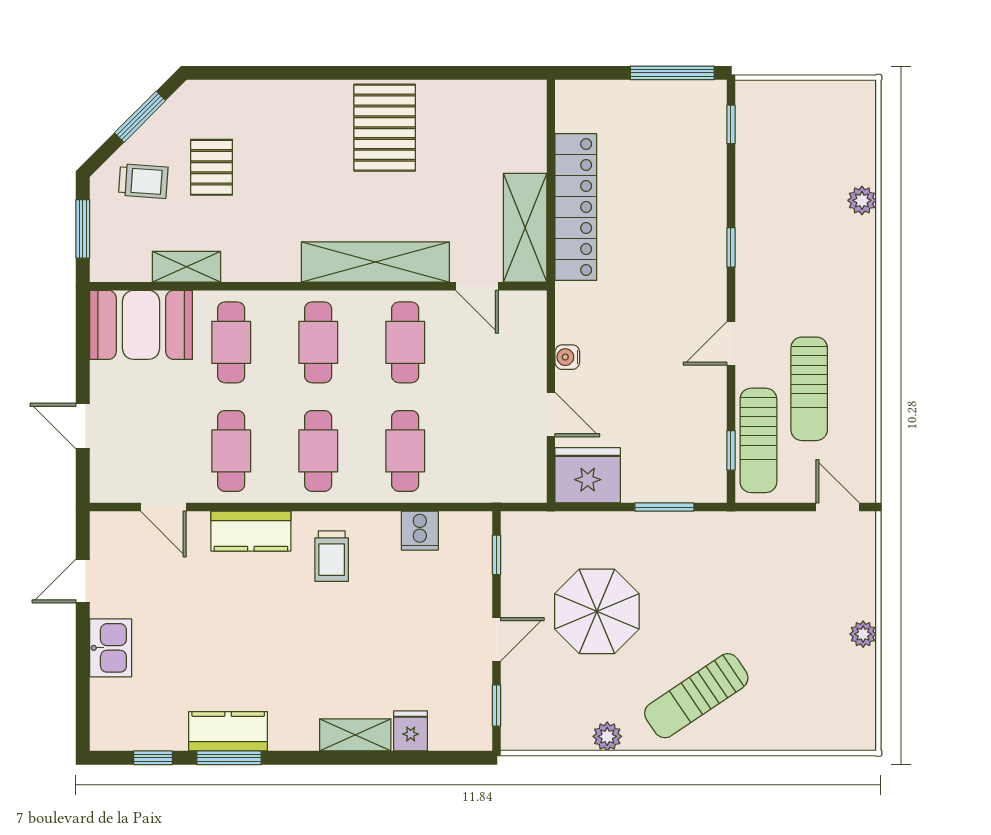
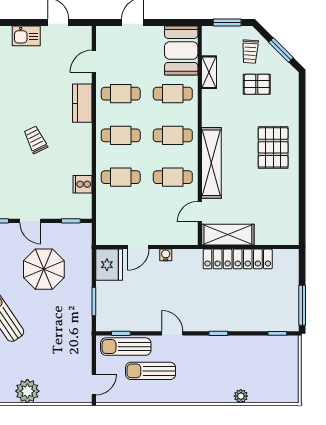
pallet: (385, 128) -> (273, 147), moved, turned 90
trolley: (332, 556) -> (36, 140), moved, turned 64
plant: (863, 634) -> (27, 391), width x1.88, depth x1.88

